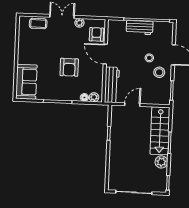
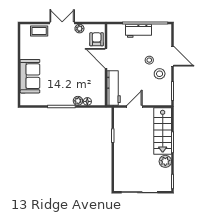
armchair: (69, 67) -> (71, 73), removed
sofa: (26, 82) -> (30, 76), moved
plant: (94, 97) -> (78, 101), moved

